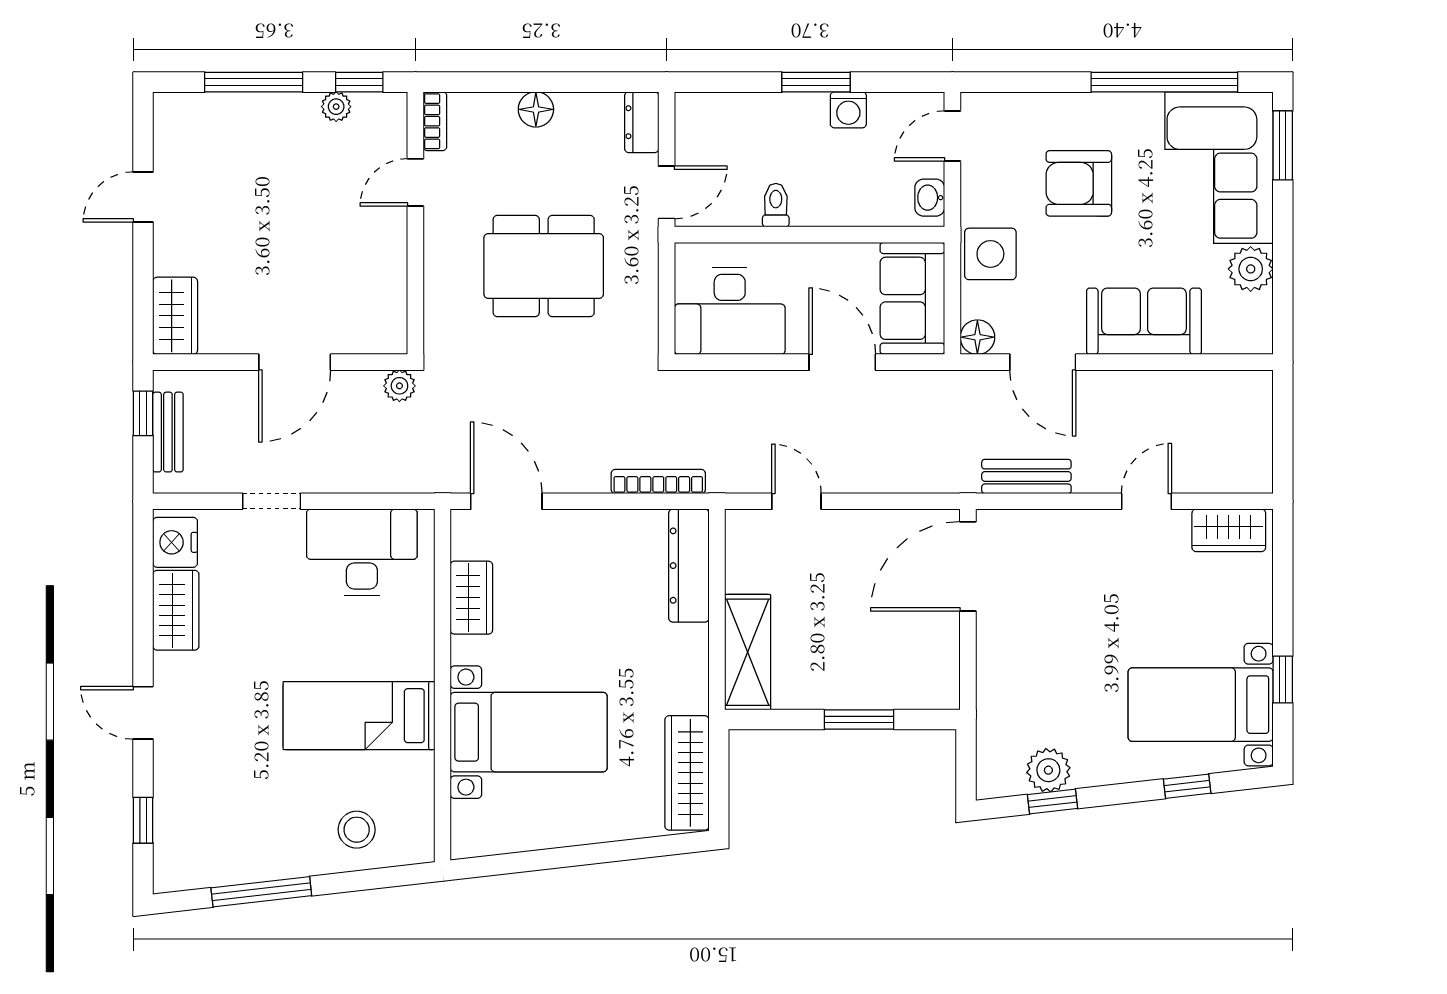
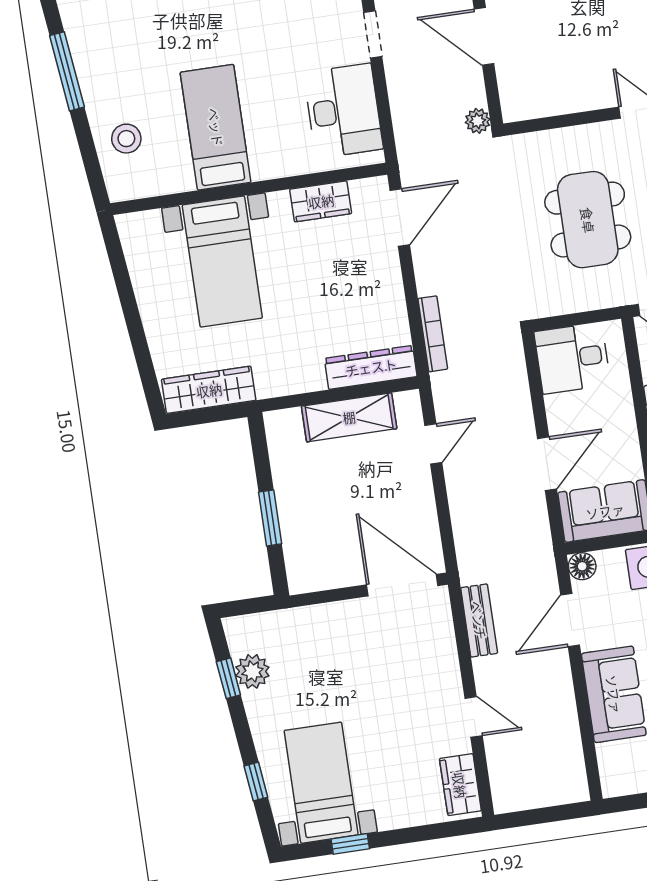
desk: (730, 311) -> (572, 358), width x0.73
shelving: (748, 652) -> (349, 417), moved

